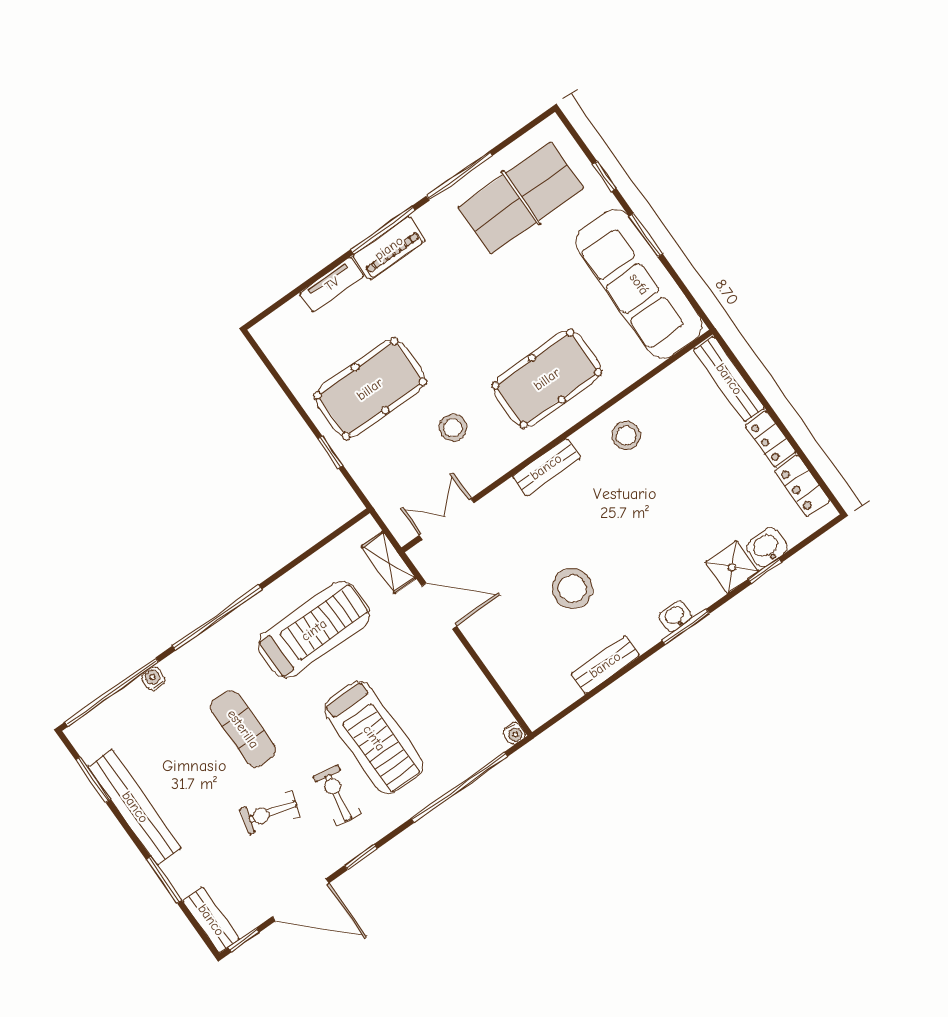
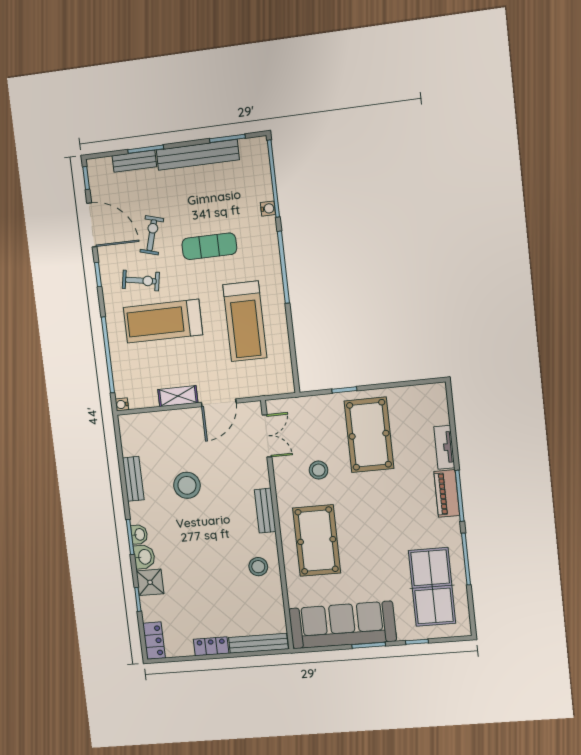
locker: (802, 486) -> (154, 641), moved, turned 90
washbasin: (767, 547) -> (144, 557), moved
shelving: (389, 562) -> (178, 396), moved
door: (300, 900) -> (92, 225), swing flipped
bench: (211, 920) -> (134, 161), moved

